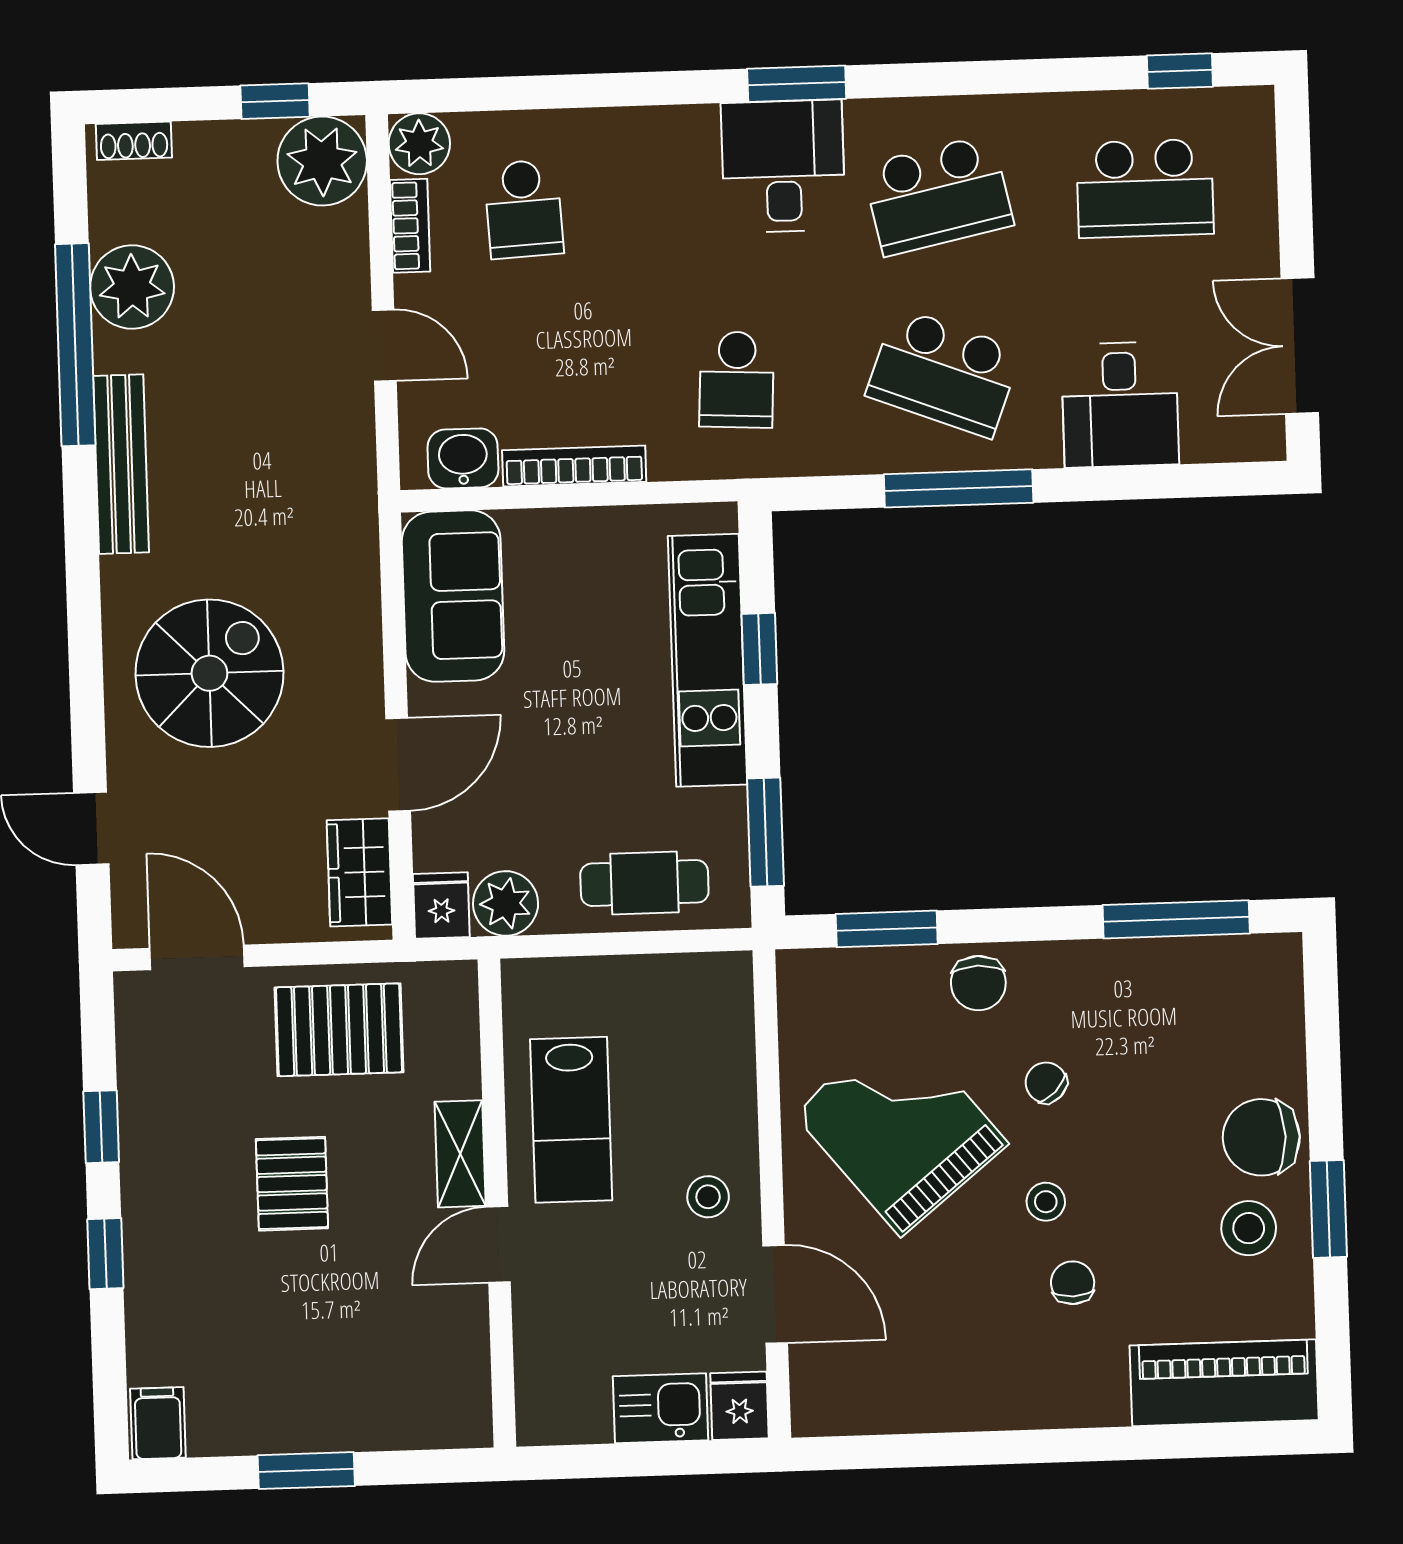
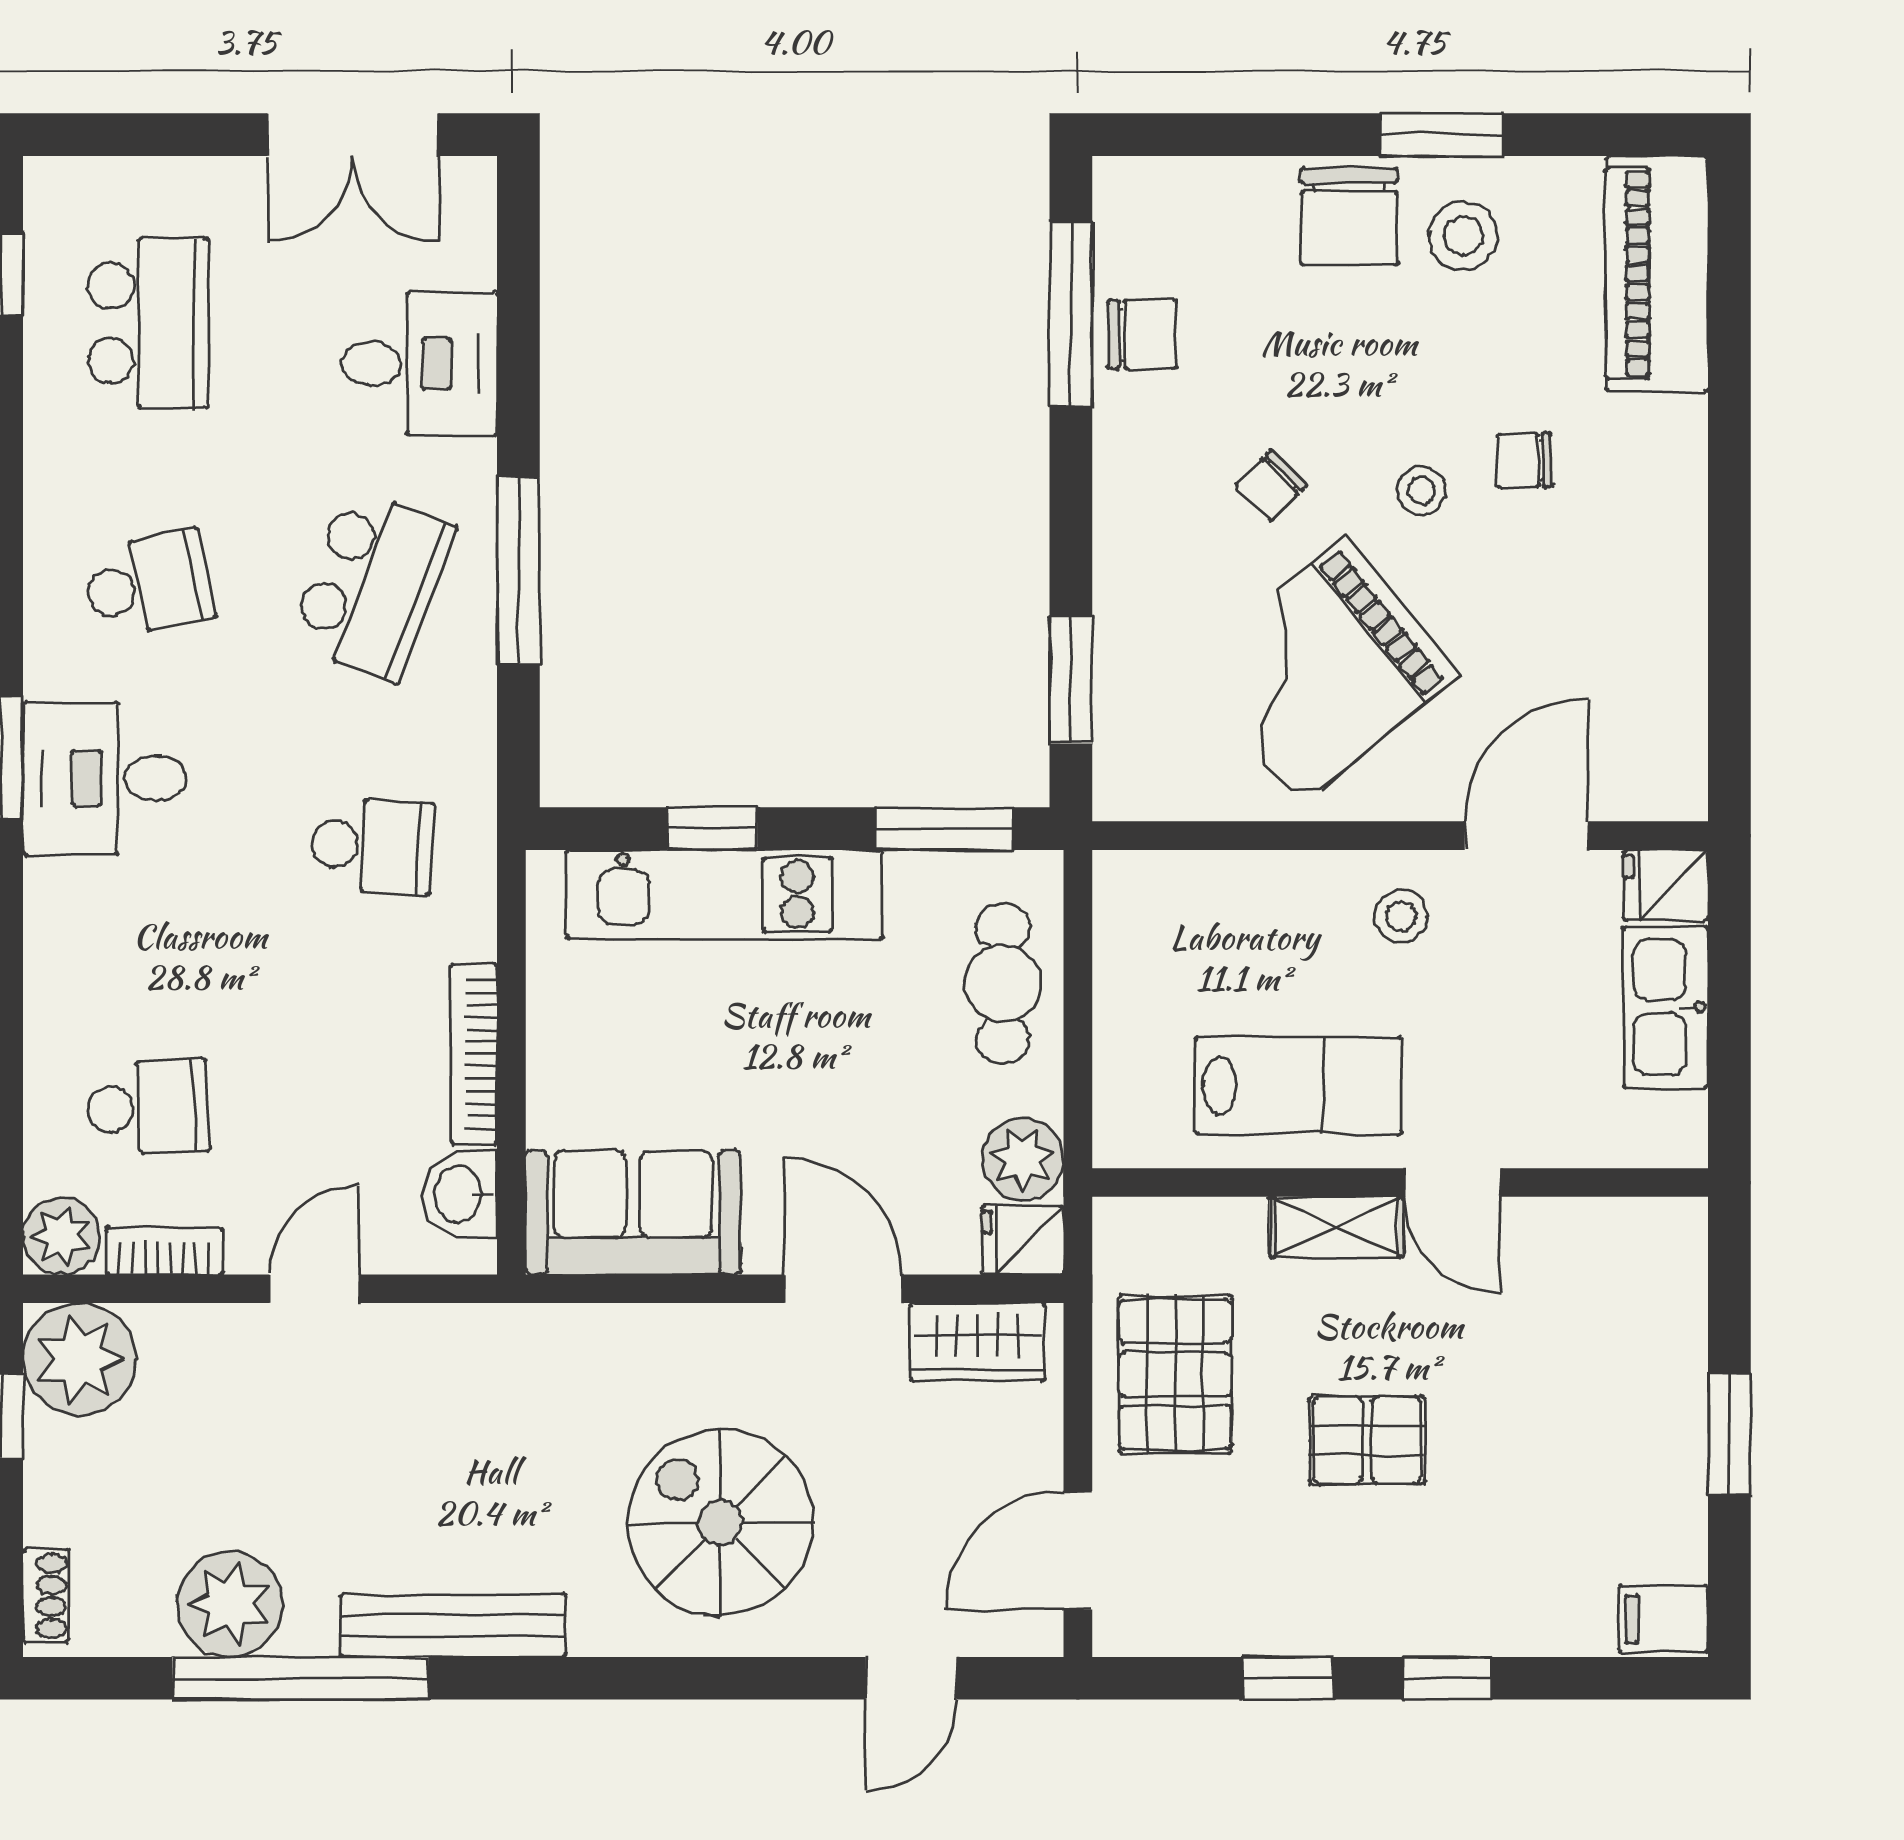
school desk: (938, 195) -> (148, 585), width x0.54
chair: (978, 983) -> (1143, 335), moved
kitchen sink: (660, 1408) -> (1666, 1007), width x1.38

